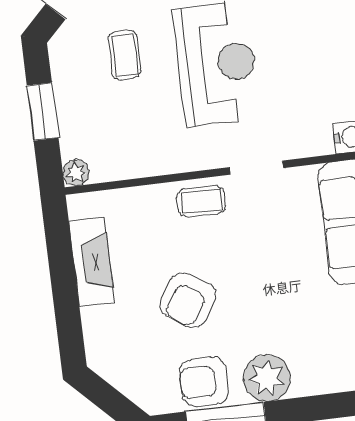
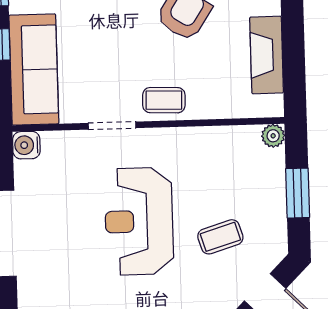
coffee table: (124, 55) -> (220, 237), turned 73

